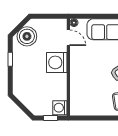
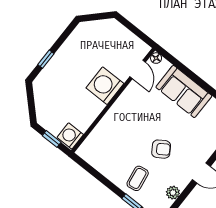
boiler: (27, 36) -> (95, 33), removed
window: (10, 59) -> (46, 59), moved

